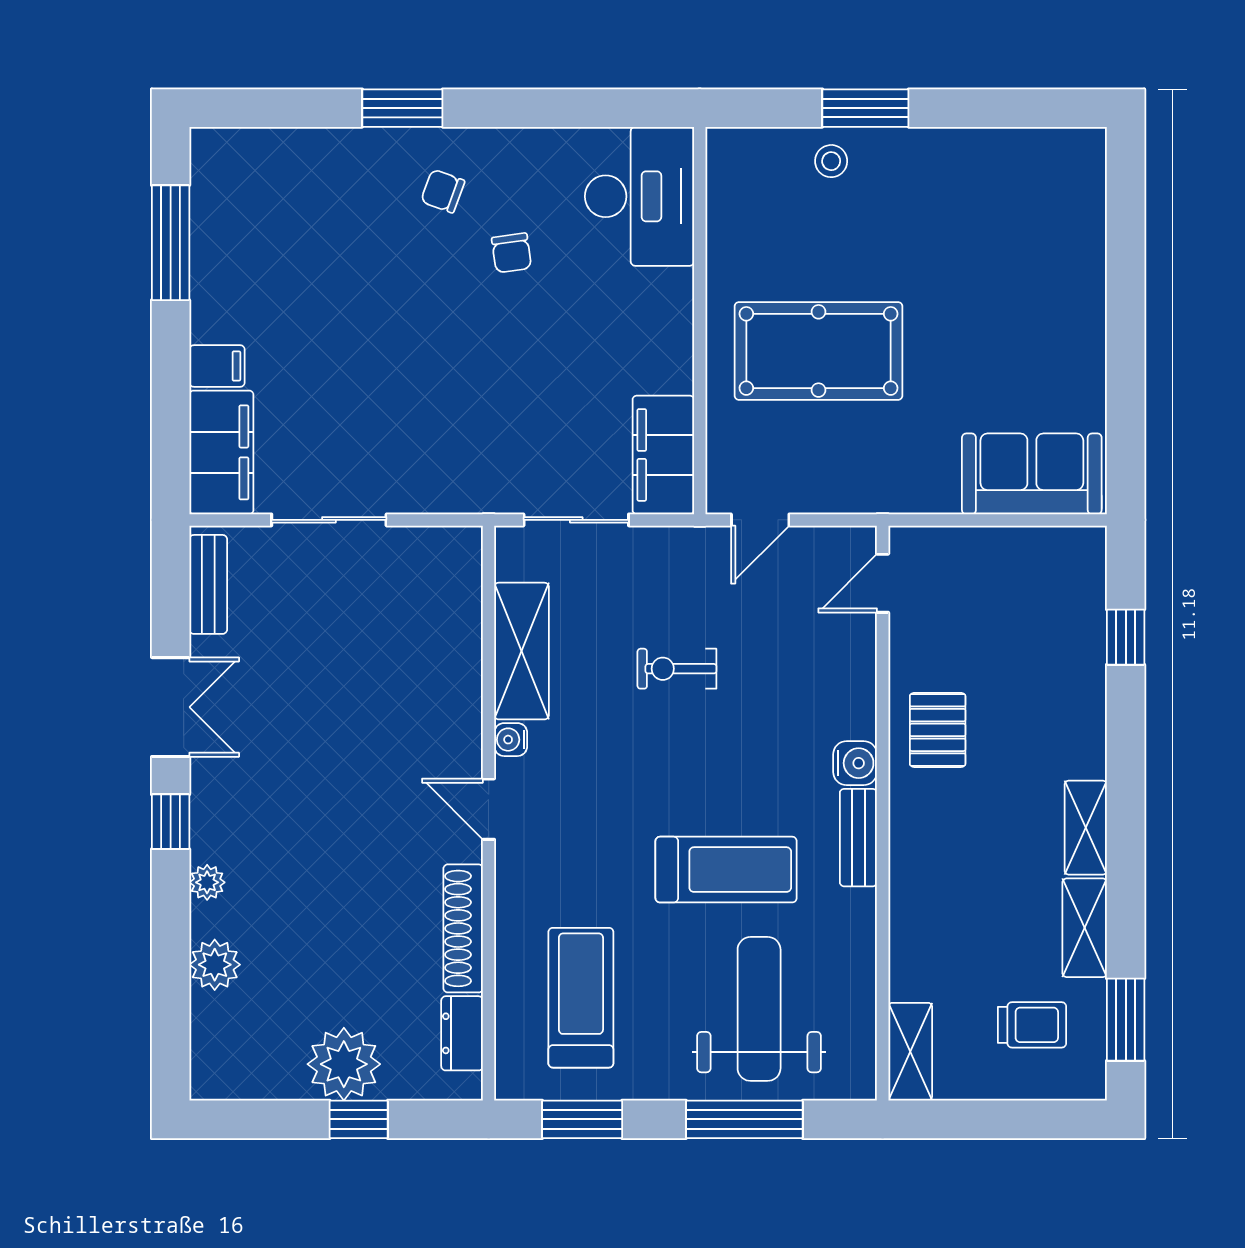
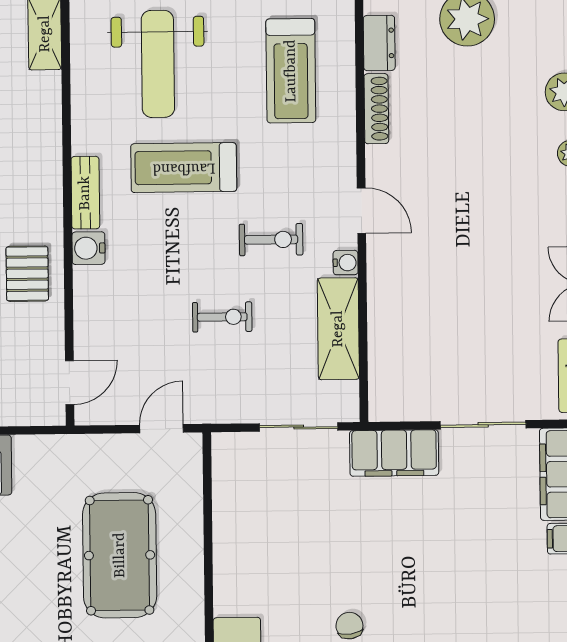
pool table: (818, 351) -> (120, 555), turned 90
filing cabinet: (663, 455) -> (394, 453), moved, turned 90
exercise bike: (610, 772) -> (271, 240), added
shoe rack: (463, 928) -> (376, 109), width x0.74, depth x0.81

